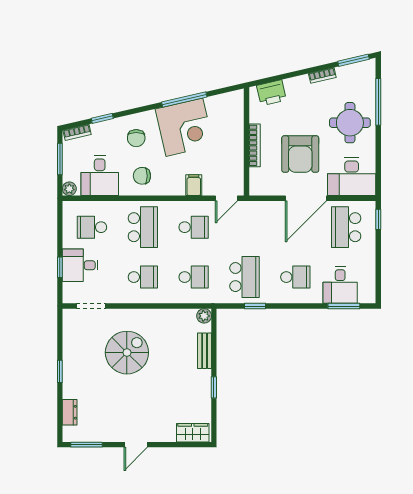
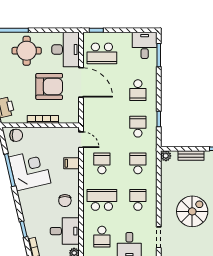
chair: (136, 138) -> (16, 135), moved
school desk: (244, 277) -> (138, 127), width x0.54
school desk: (295, 277) -> (138, 90), turned 180
desk: (340, 285) -> (145, 45), moved, turned -90
spiral stairs: (127, 353) -> (192, 211), turned 90

